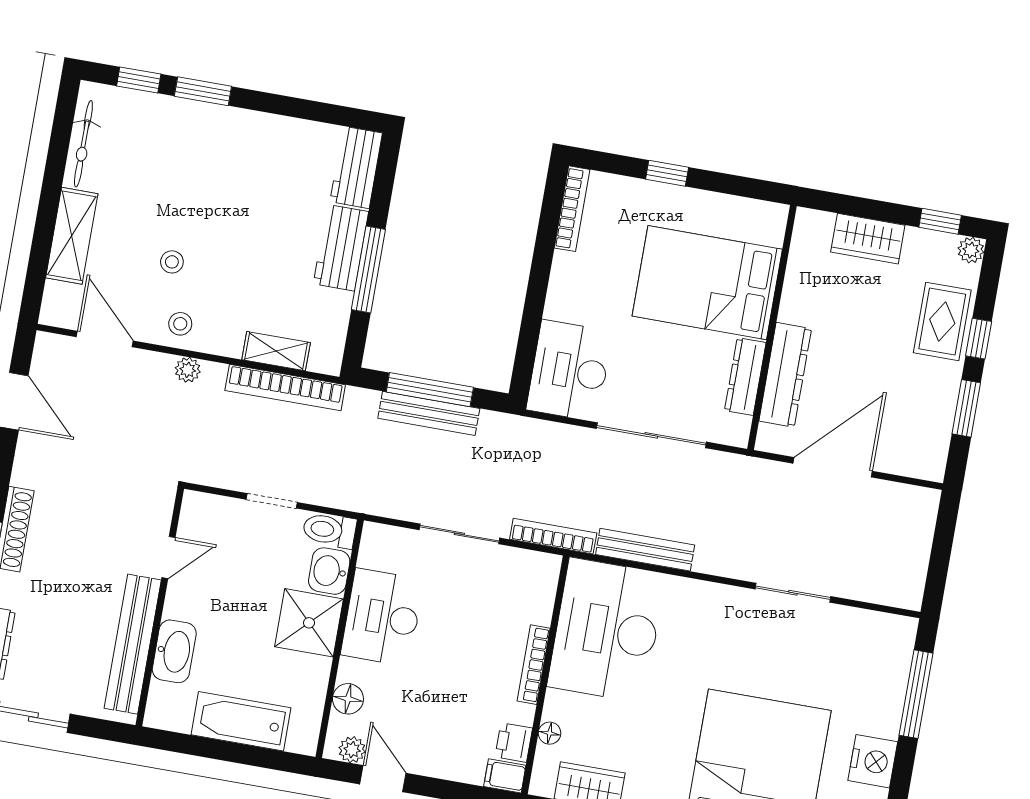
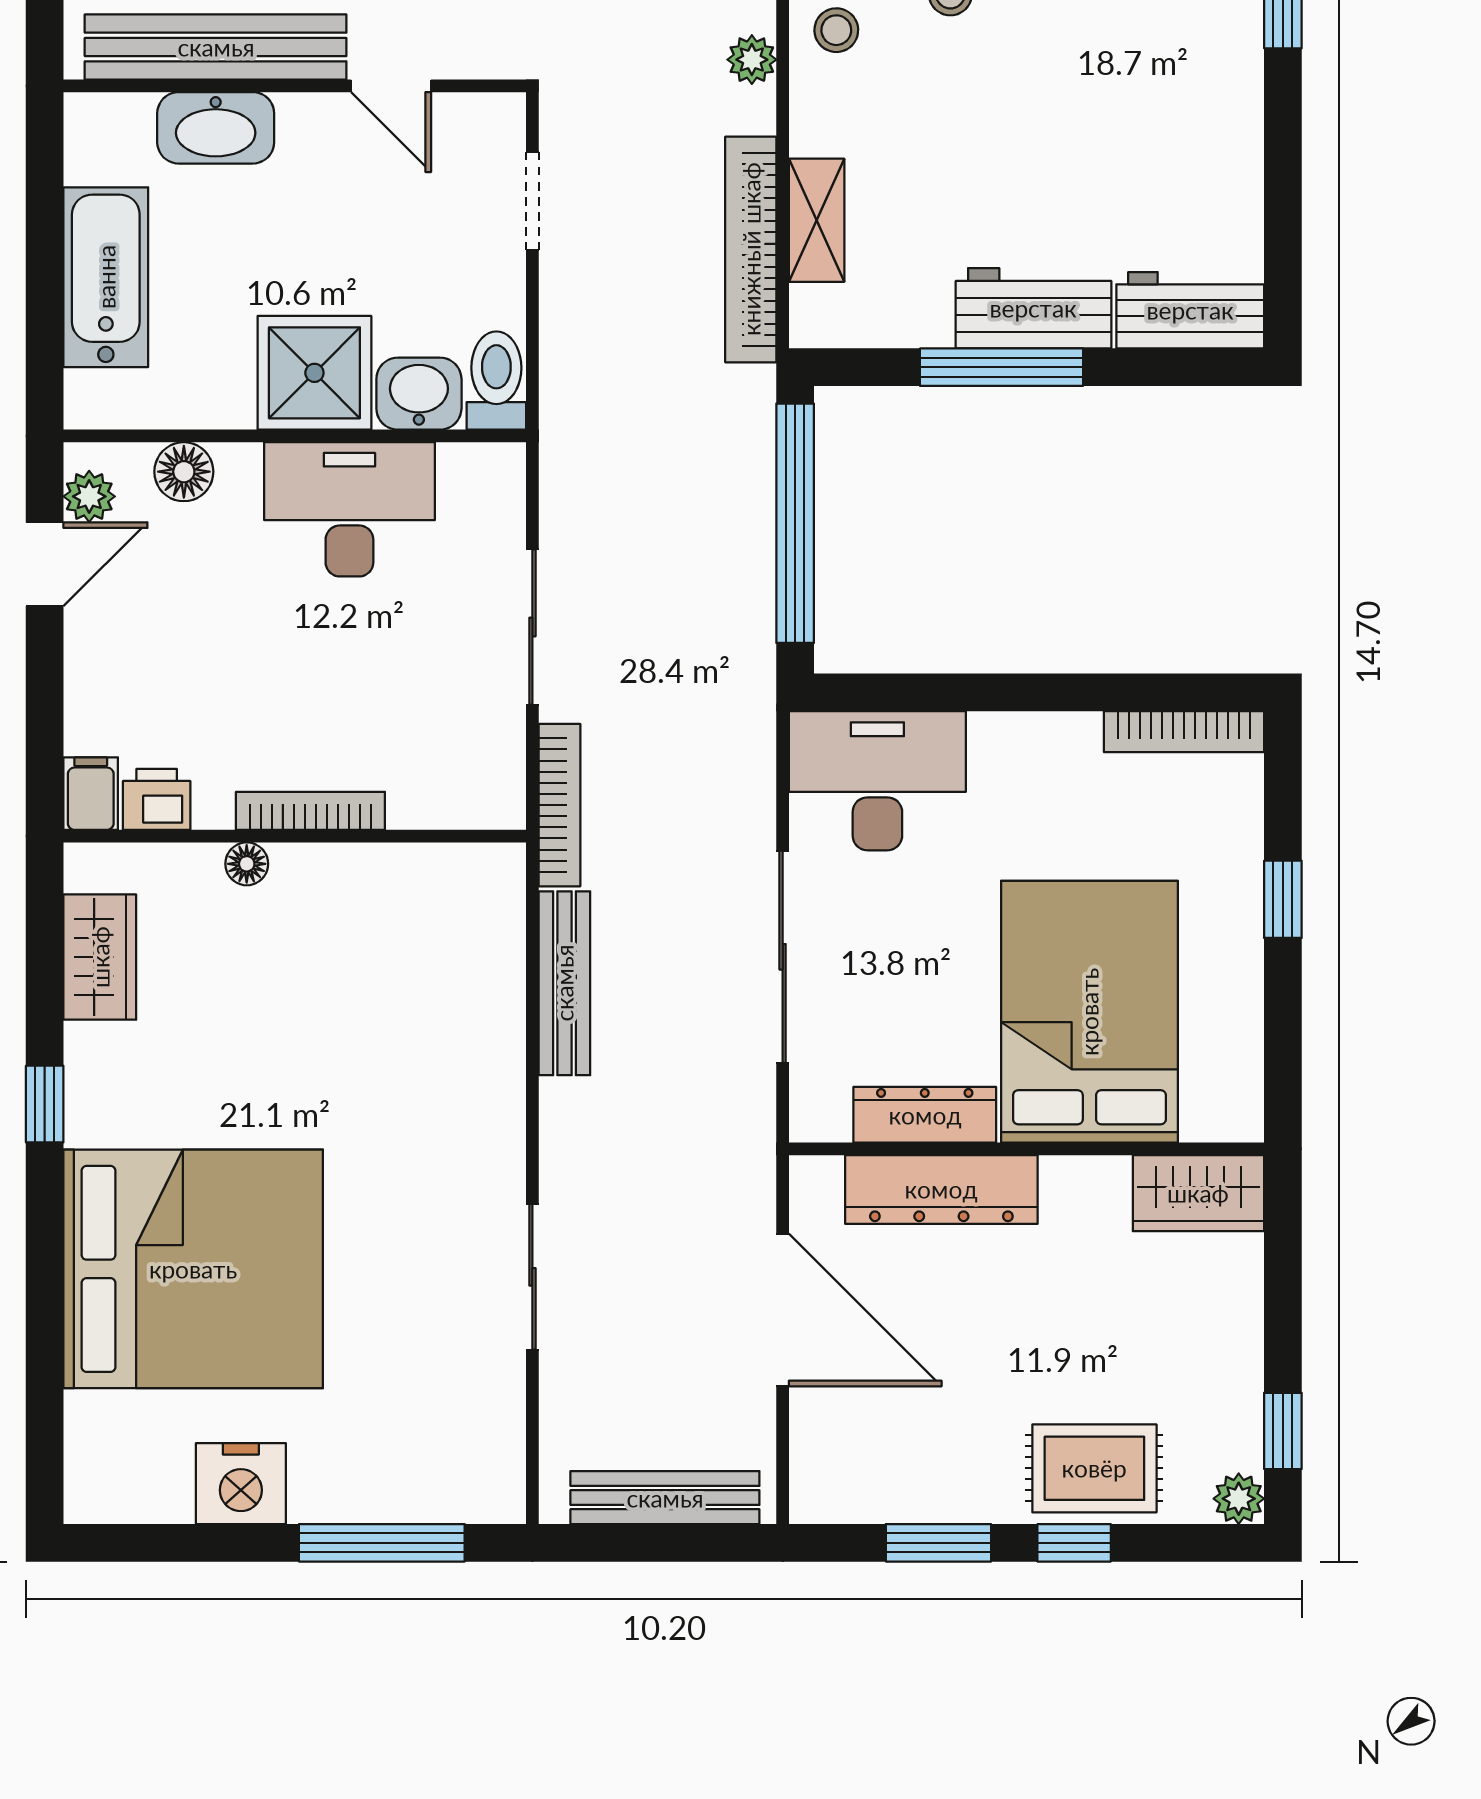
wardrobe: (868, 239) -> (1198, 1193), moved, turned -90
window: (430, 390) -> (795, 523), width x1.46
bench: (429, 413) -> (665, 1498), moved, turned 90
doorway: (272, 501) -> (532, 201), moved
desk: (607, 630) -> (400, 937), removed
floor lamp: (550, 733) -> (247, 864), moved

